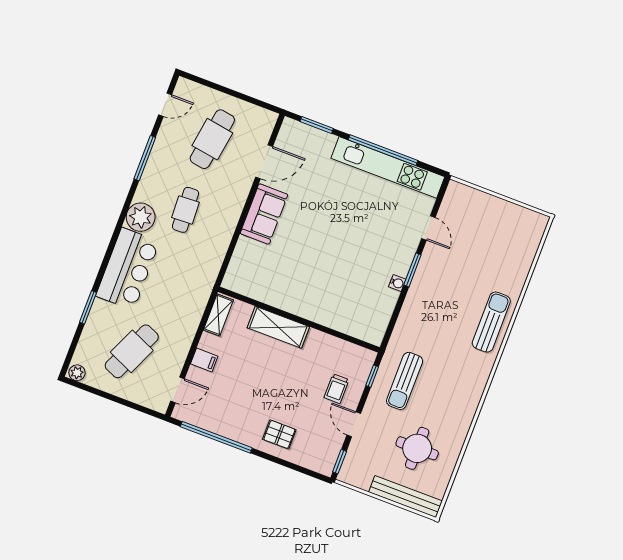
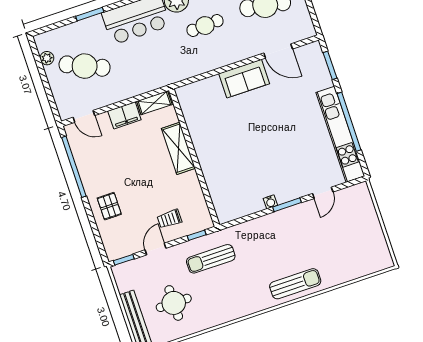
filing cabinet: (204, 360) -> (124, 115), width x2.00
plant: (77, 373) -> (47, 58), moved

